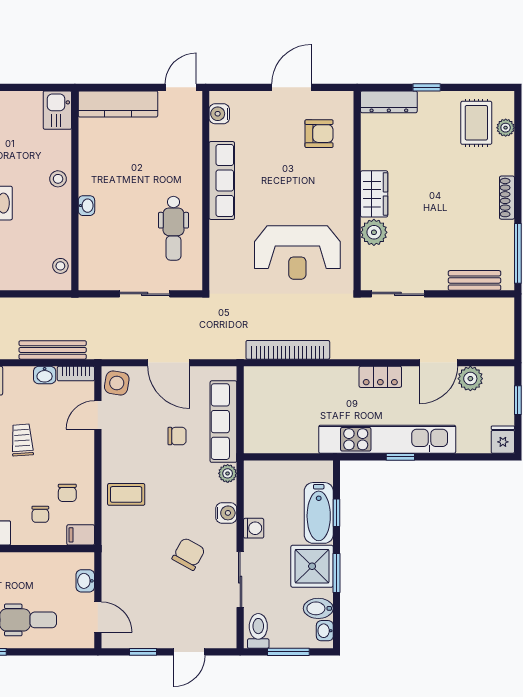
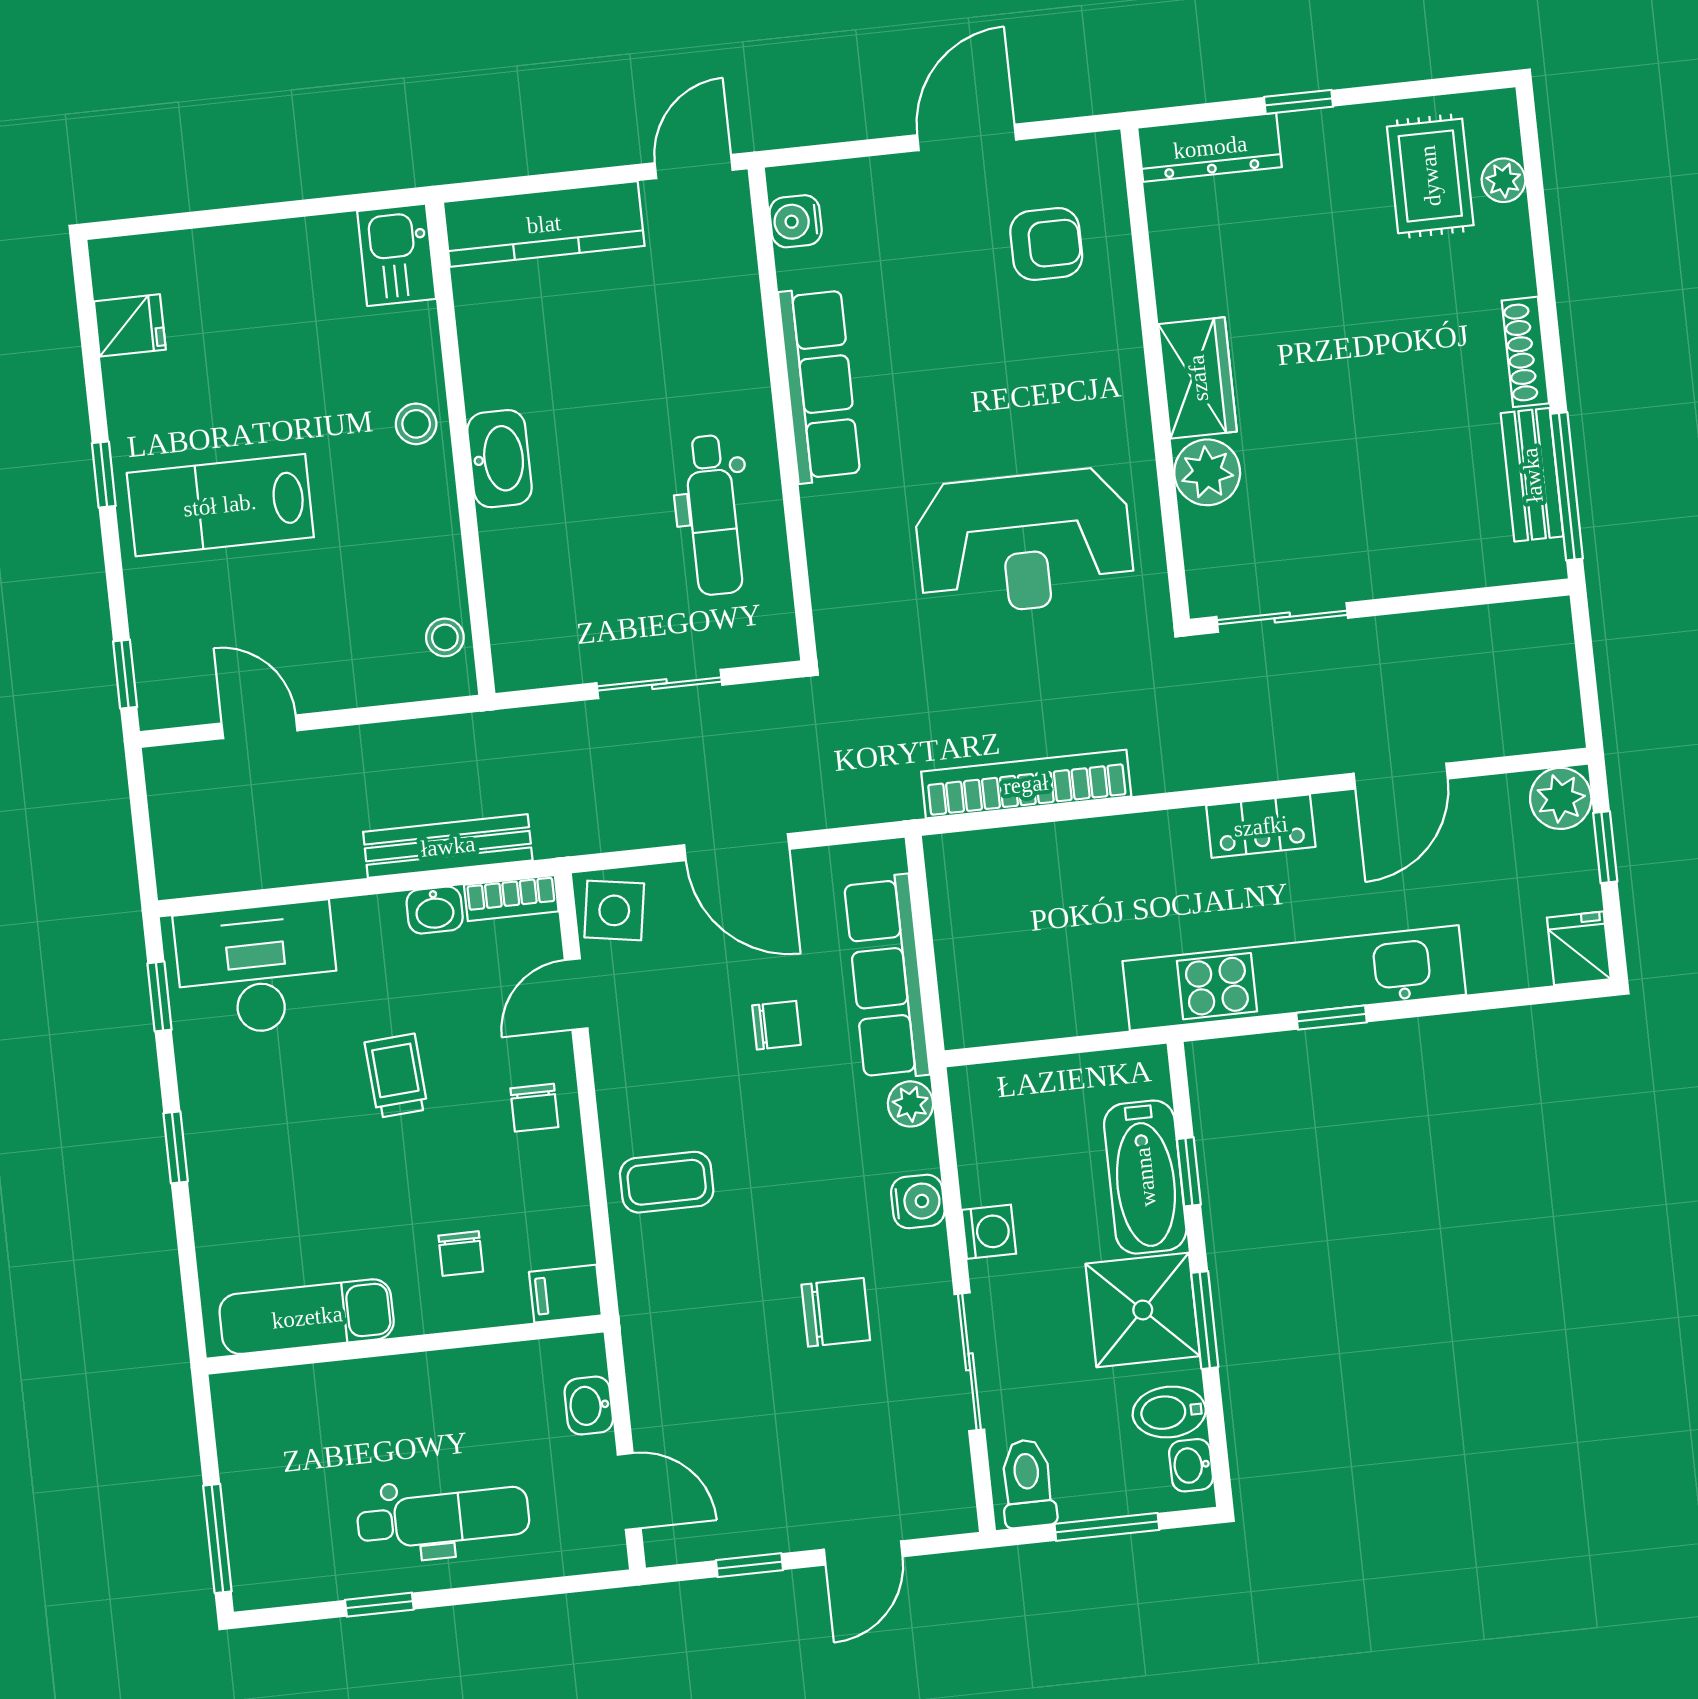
washbasin: (86, 206) -> (500, 459), width x1.91, depth x1.45
bench: (474, 280) -> (1532, 475), moved, turned 90
plant: (470, 379) -> (1561, 798), moved
chair: (67, 493) -> (534, 1108), moved
chair: (189, 554) -> (836, 1312), turned 61

